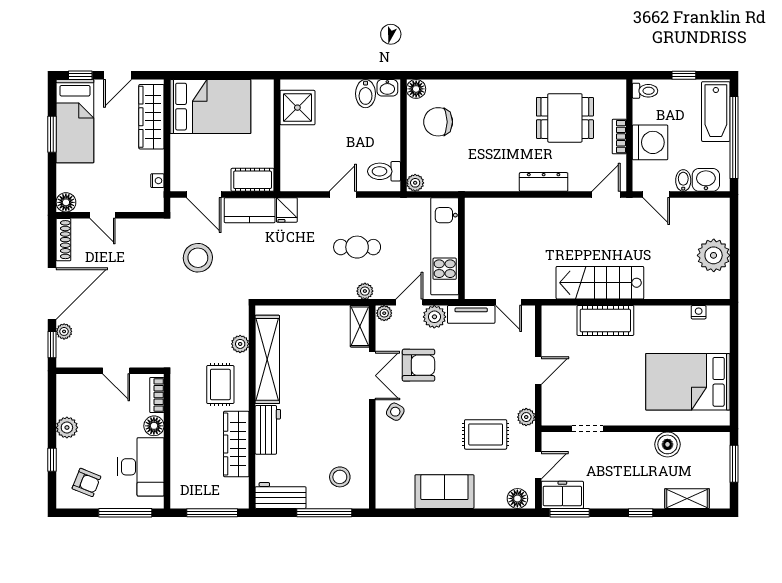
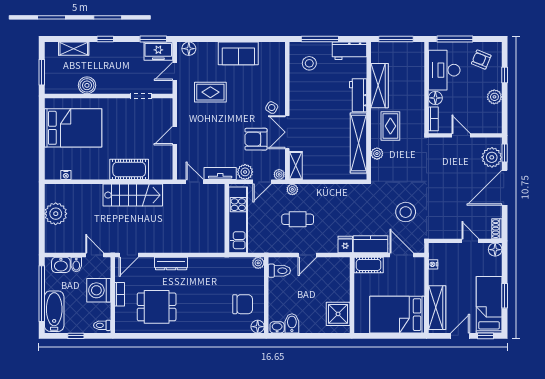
shoe rack: (63, 240) -> (497, 229), width x0.70
plant: (64, 331) -> (492, 157), width x1.88, depth x1.88
plant: (526, 417) -> (183, 104), removed

